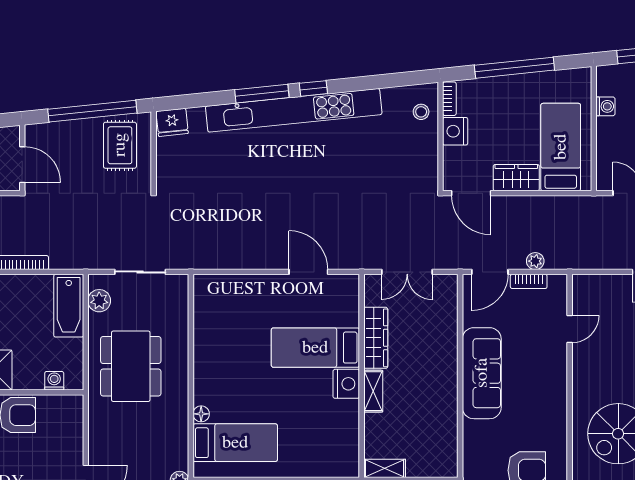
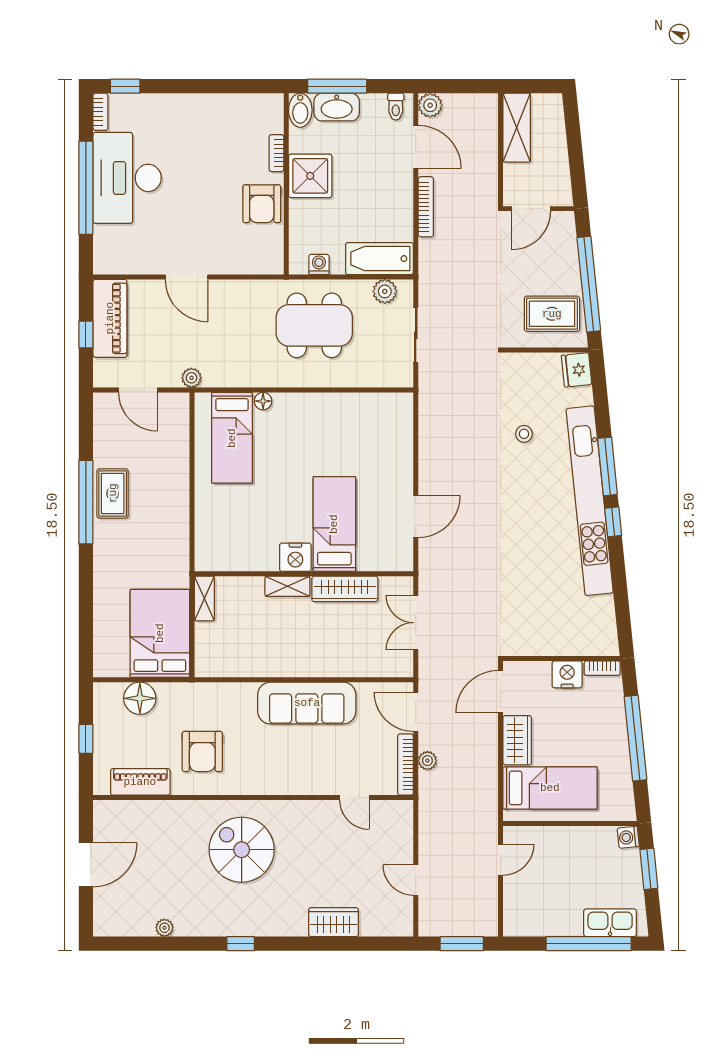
washing machine: (605, 106) -> (628, 837), moved, turned 84
stool: (421, 112) -> (524, 434), moved
bookcase: (529, 281) -> (406, 765), width x1.56
washing machine: (54, 381) -> (319, 264), moved, turned -90

